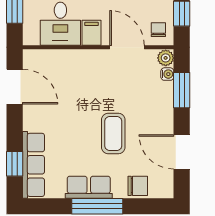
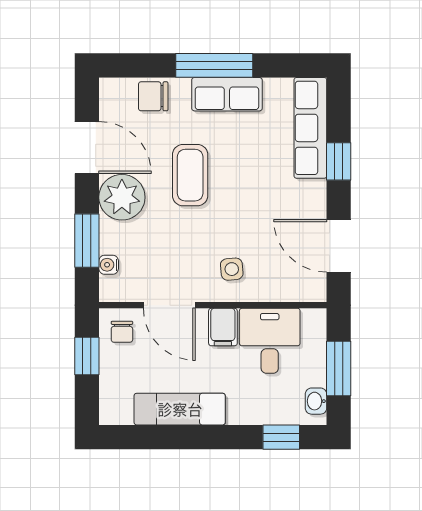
plant: (166, 58) -> (122, 197), moved, width x1.88, depth x1.88
side table: (86, 71) -> (232, 269), added
window: (15, 164) -> (339, 161), moved

